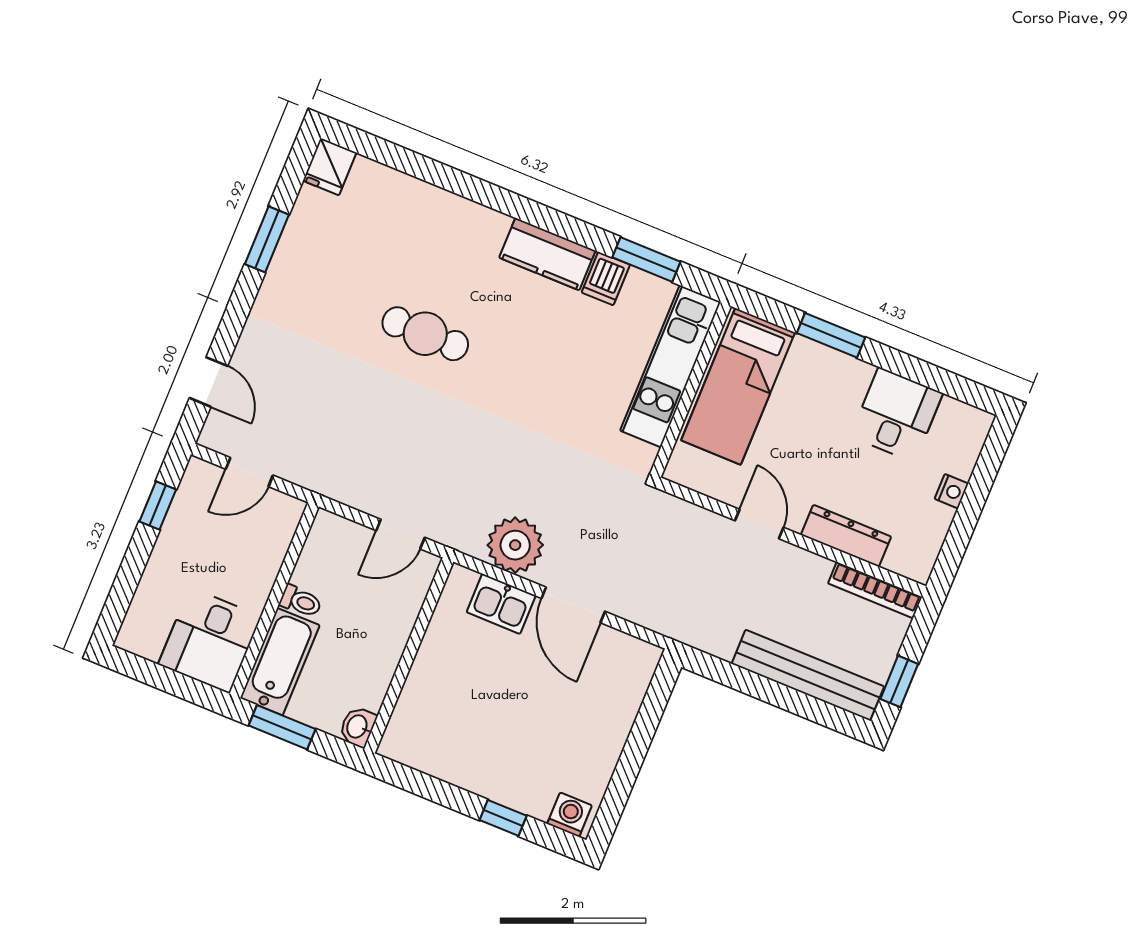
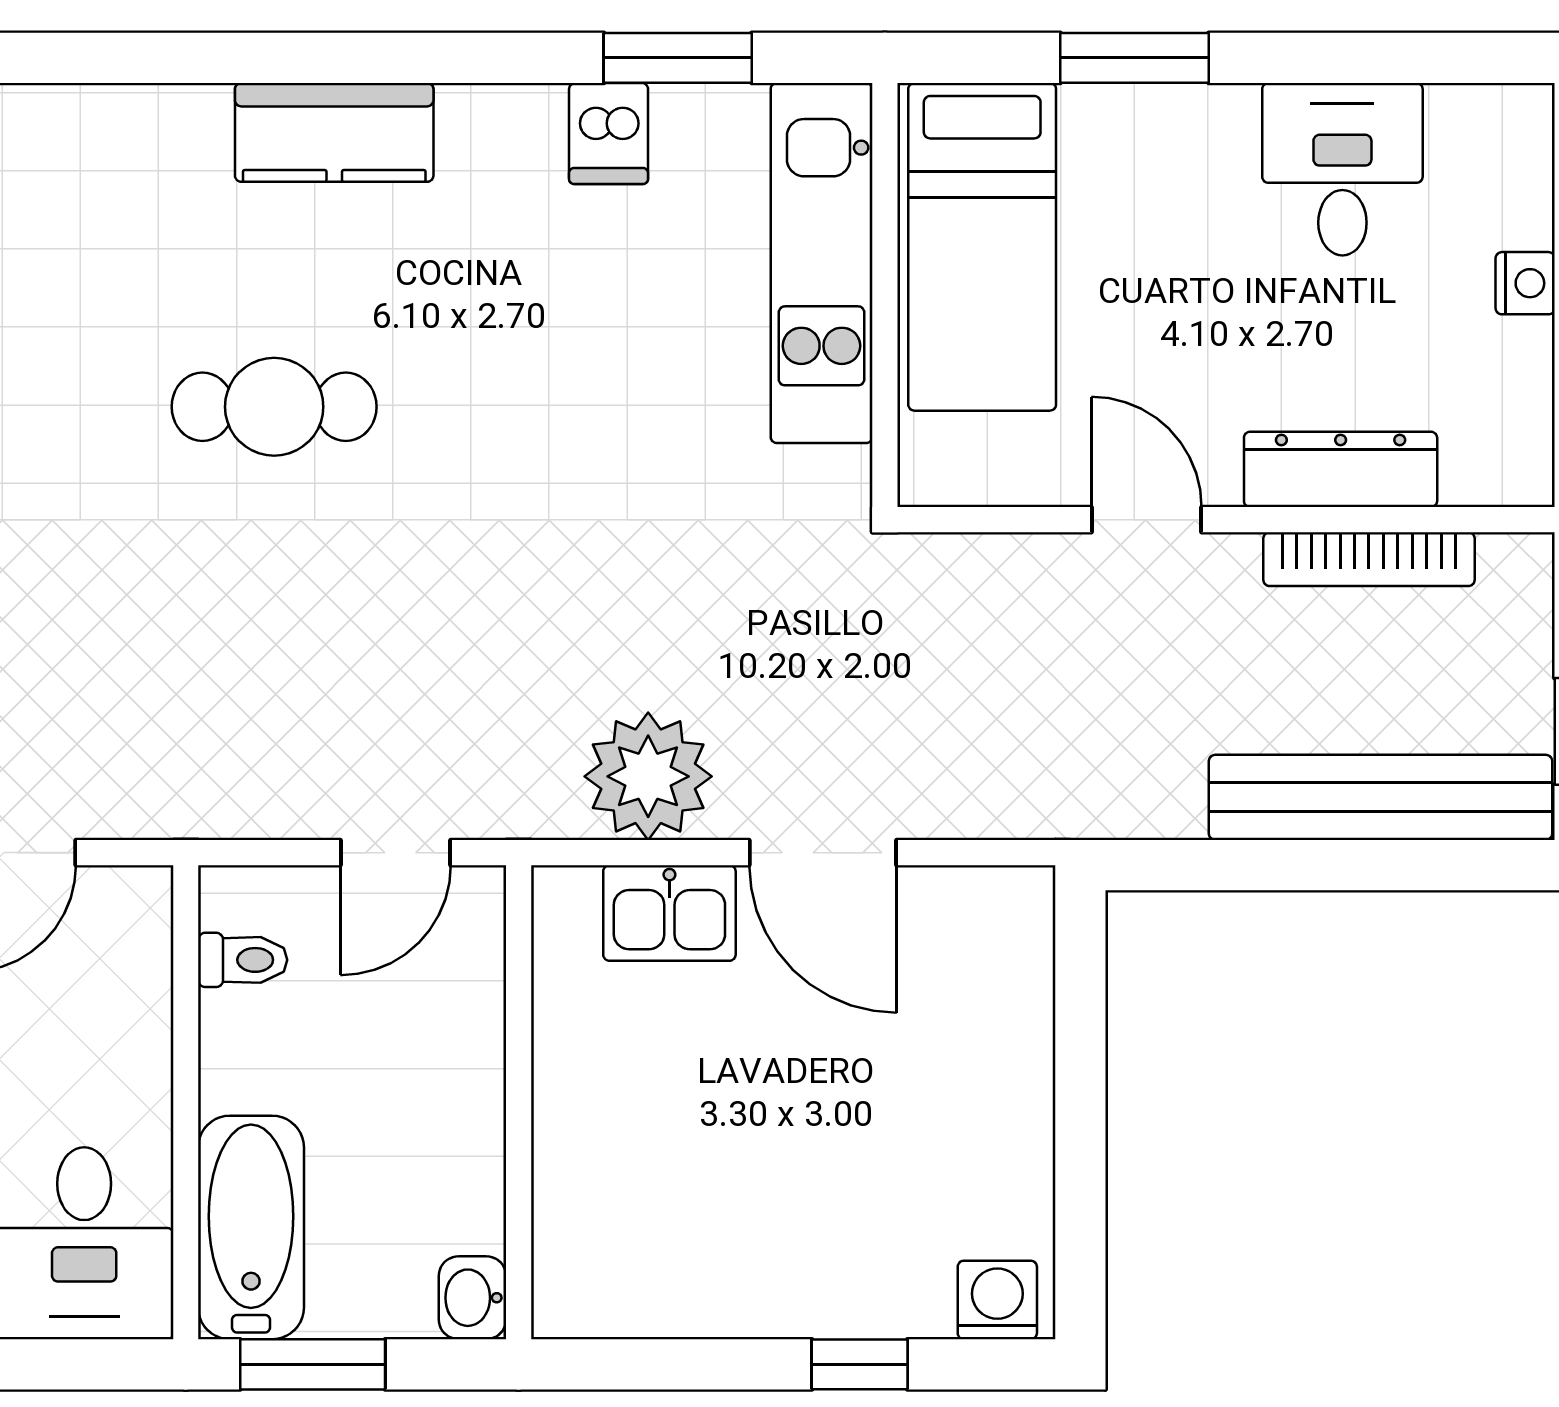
kitchen counter: (547, 254) -> (334, 132), moved
bookcase: (875, 590) -> (1369, 559), moved
toilet: (301, 601) -> (243, 960), moved

